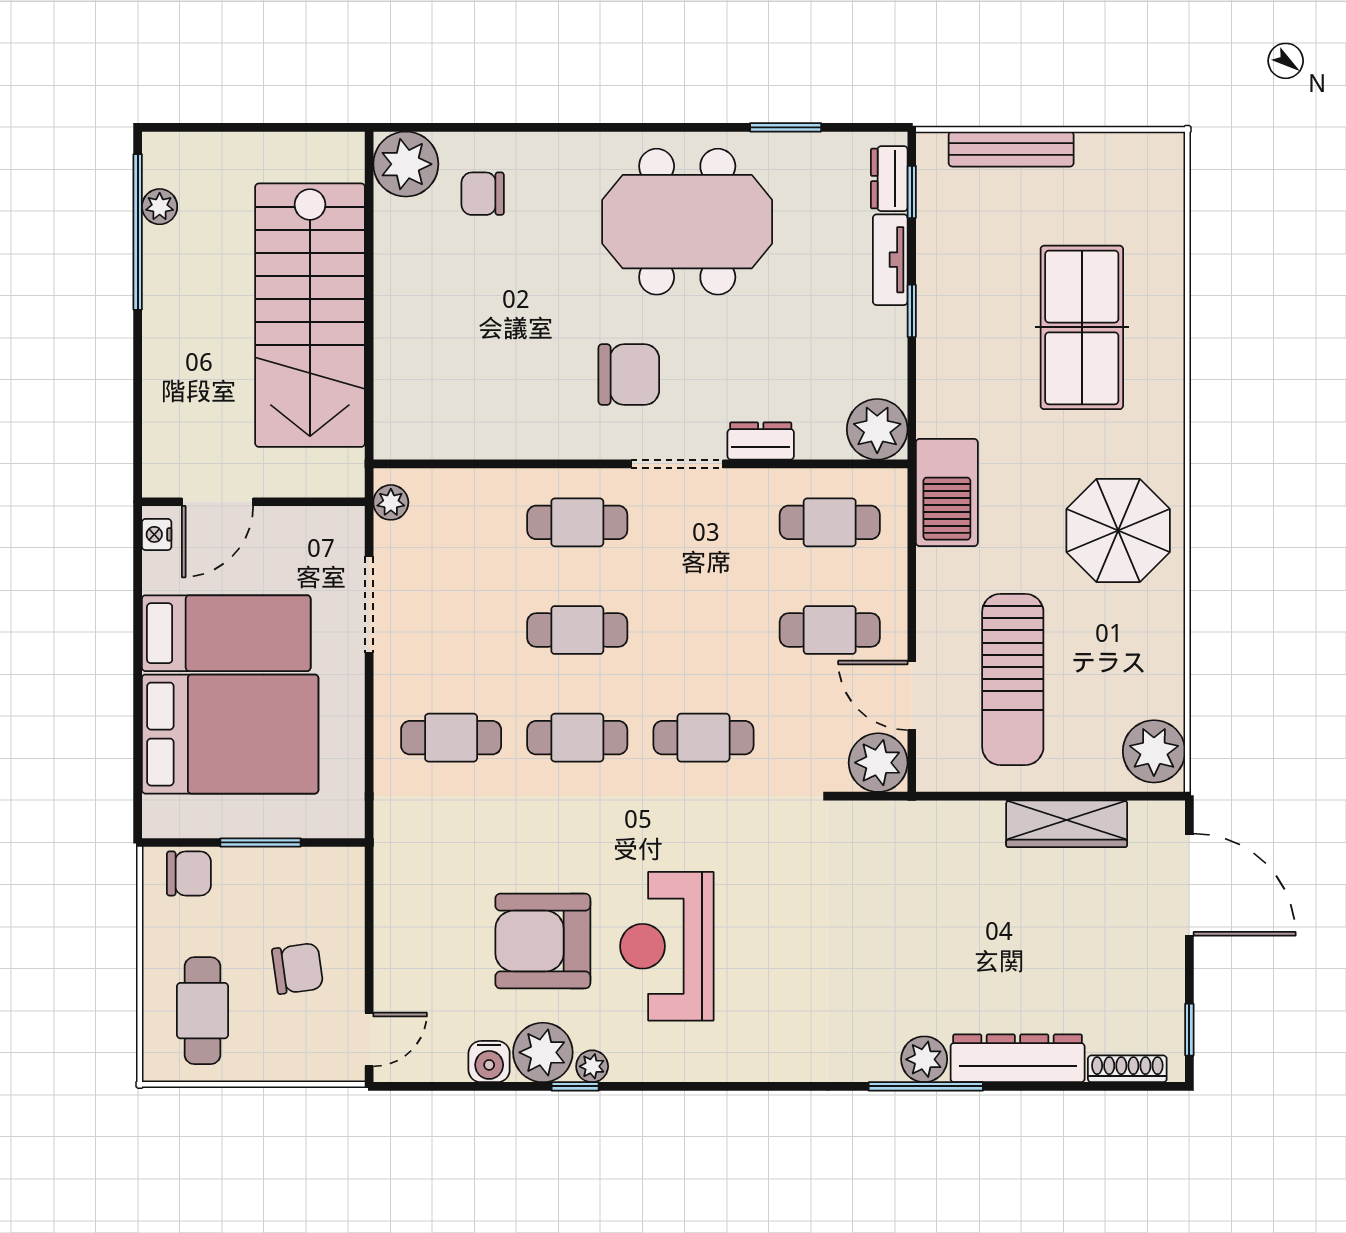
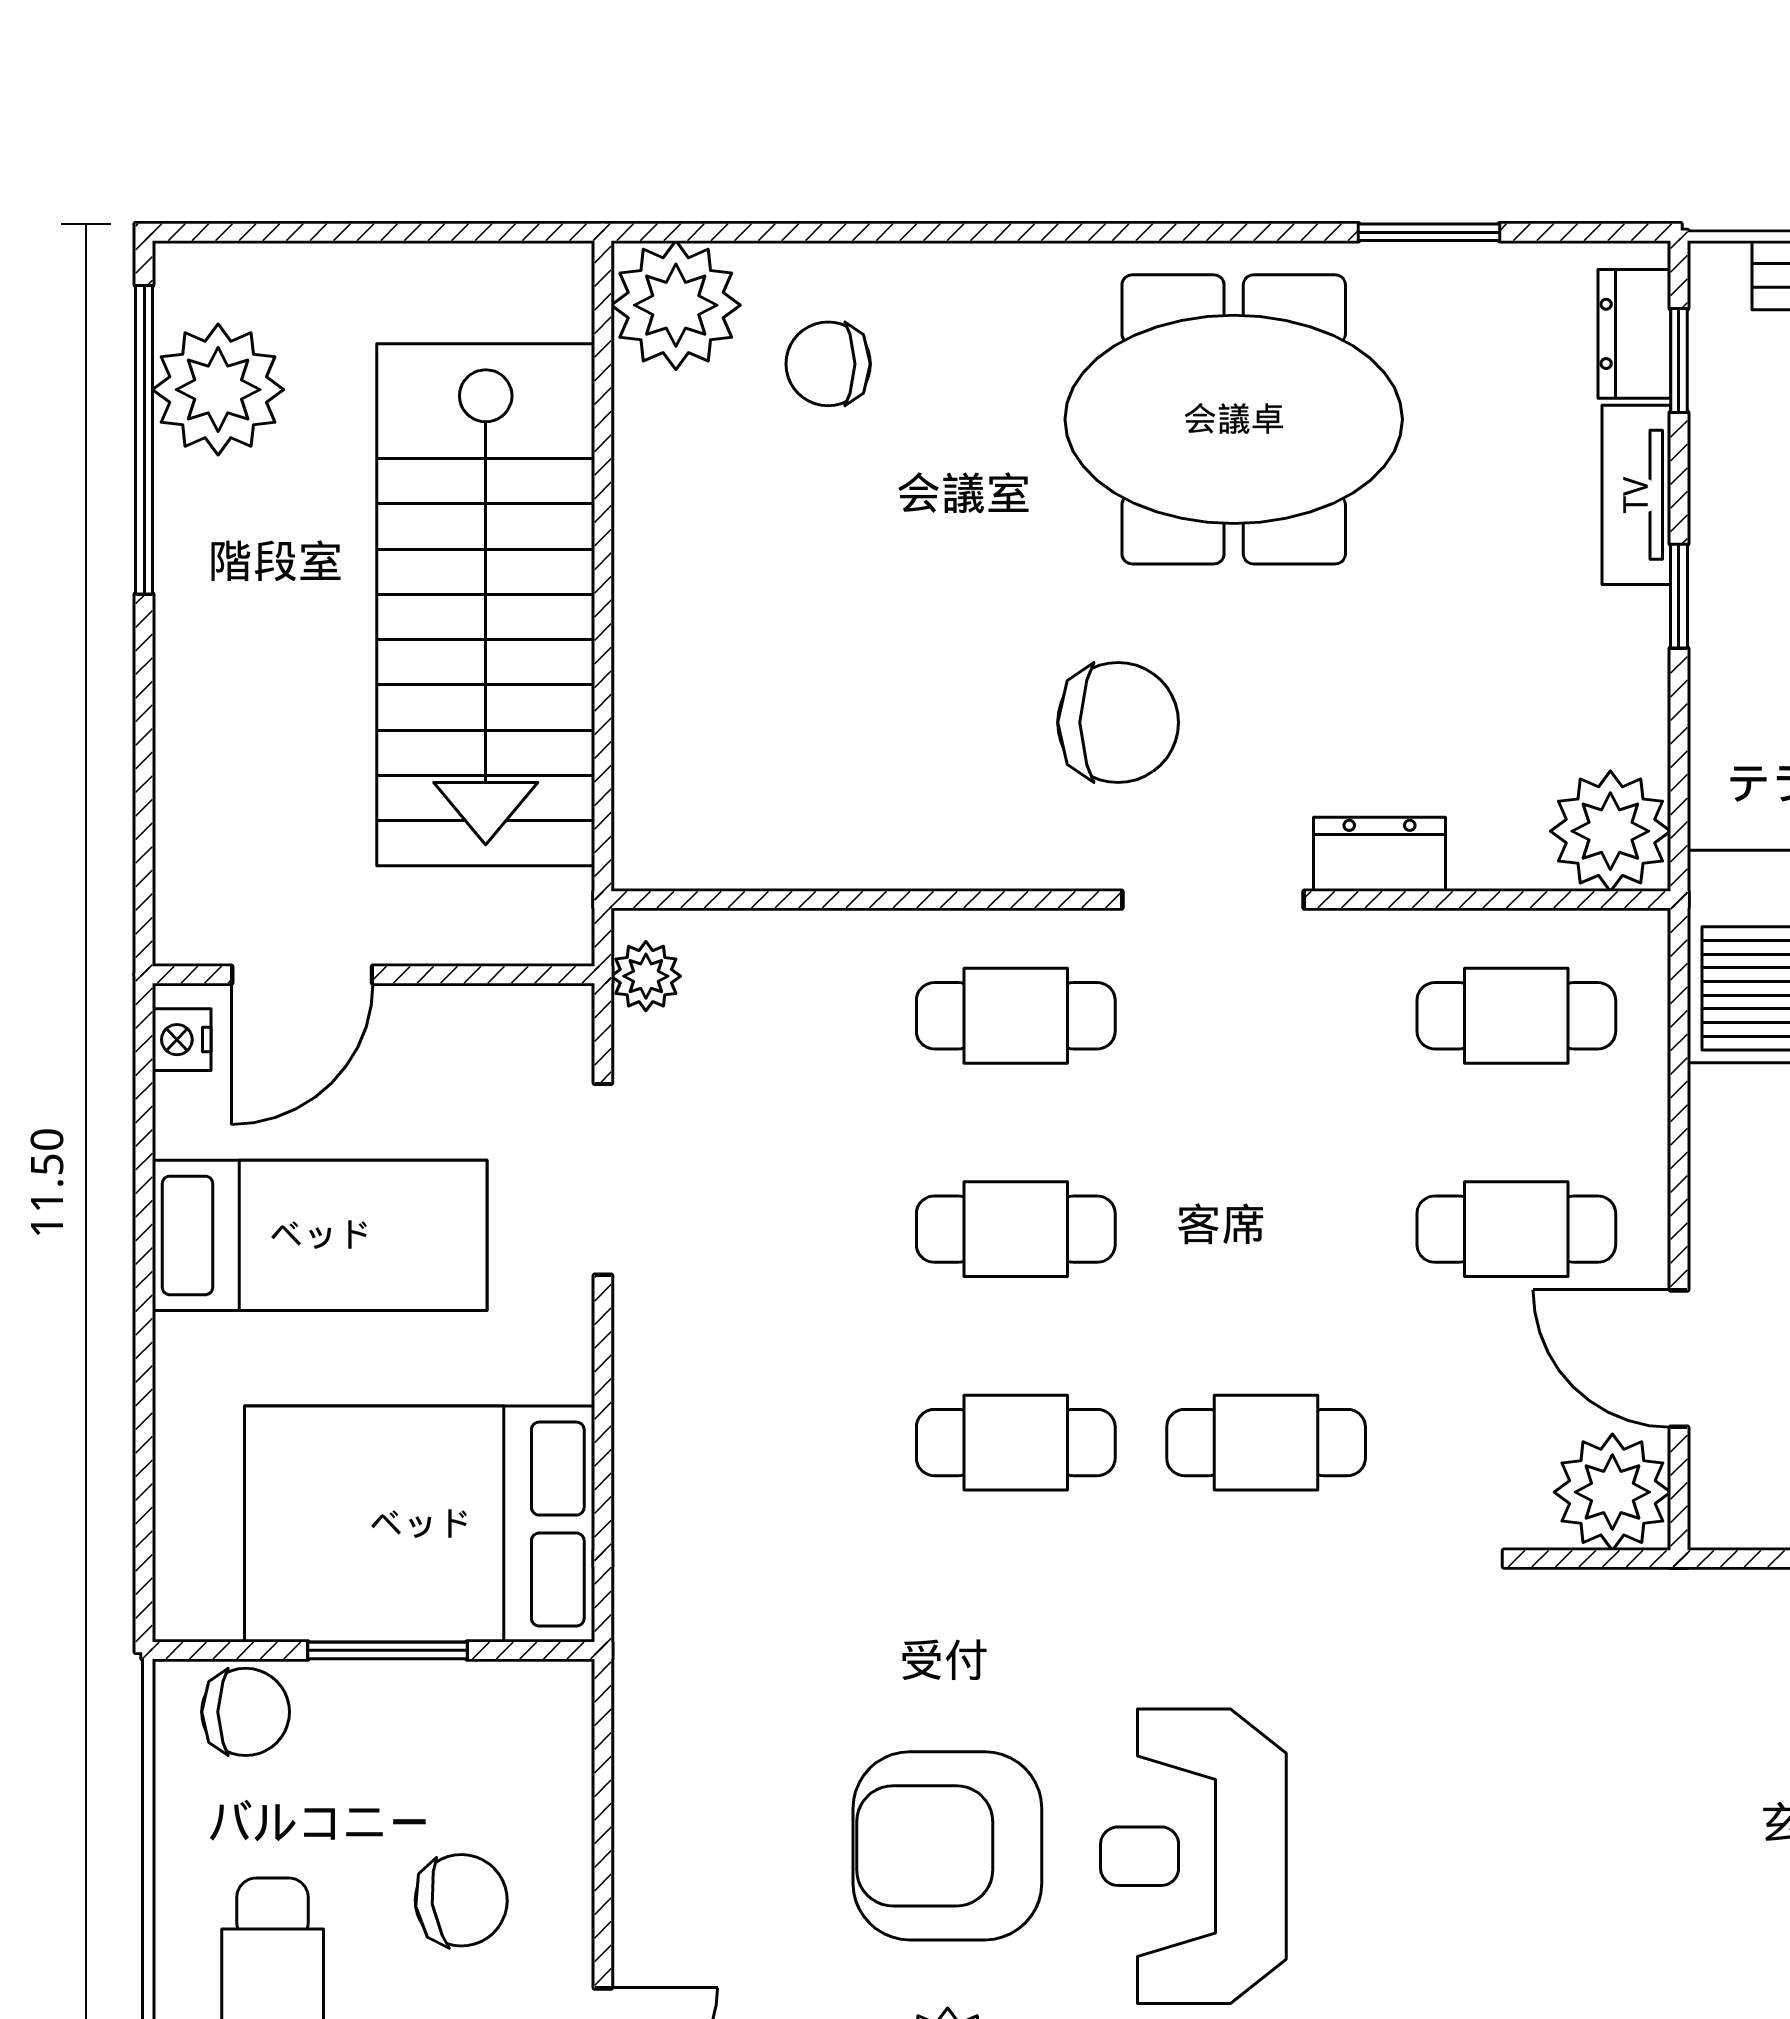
plant: (160, 207) -> (218, 390), width x1.88, depth x1.88
bed: (230, 734) -> (420, 1524), moved, turned 180
cafe table: (451, 738) -> (766, 1443), removed

